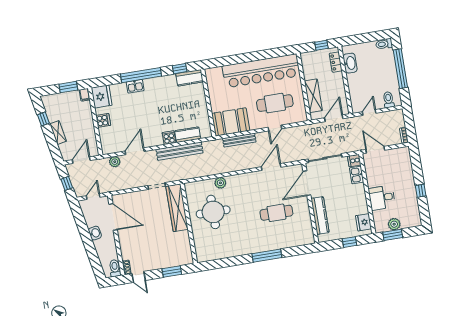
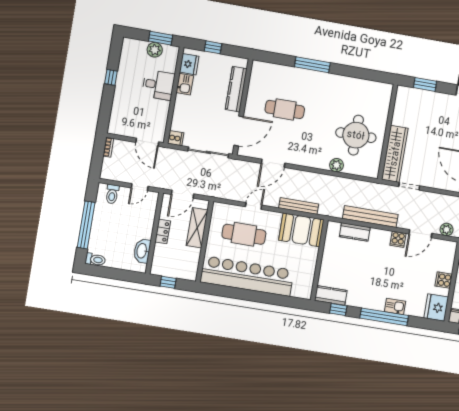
locker: (336, 62) -> (163, 231), moved
cooker: (169, 138) -> (398, 239), moved
kitchen sink: (357, 175) -> (185, 84), moved

